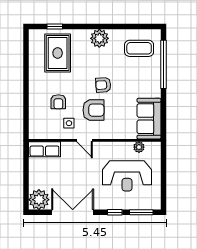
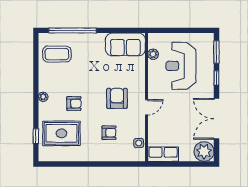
plant: (99, 38) -> (43, 97), width x0.53, depth x0.53
coffee table: (139, 48) -> (57, 54), turned 90
armchair: (103, 85) -> (74, 104), moved, turned -86
side table: (69, 123) -> (139, 143), moved
row of seats: (44, 149) -> (163, 154), moved, turned -90
reception desk: (127, 176) -> (181, 66), turned 180

